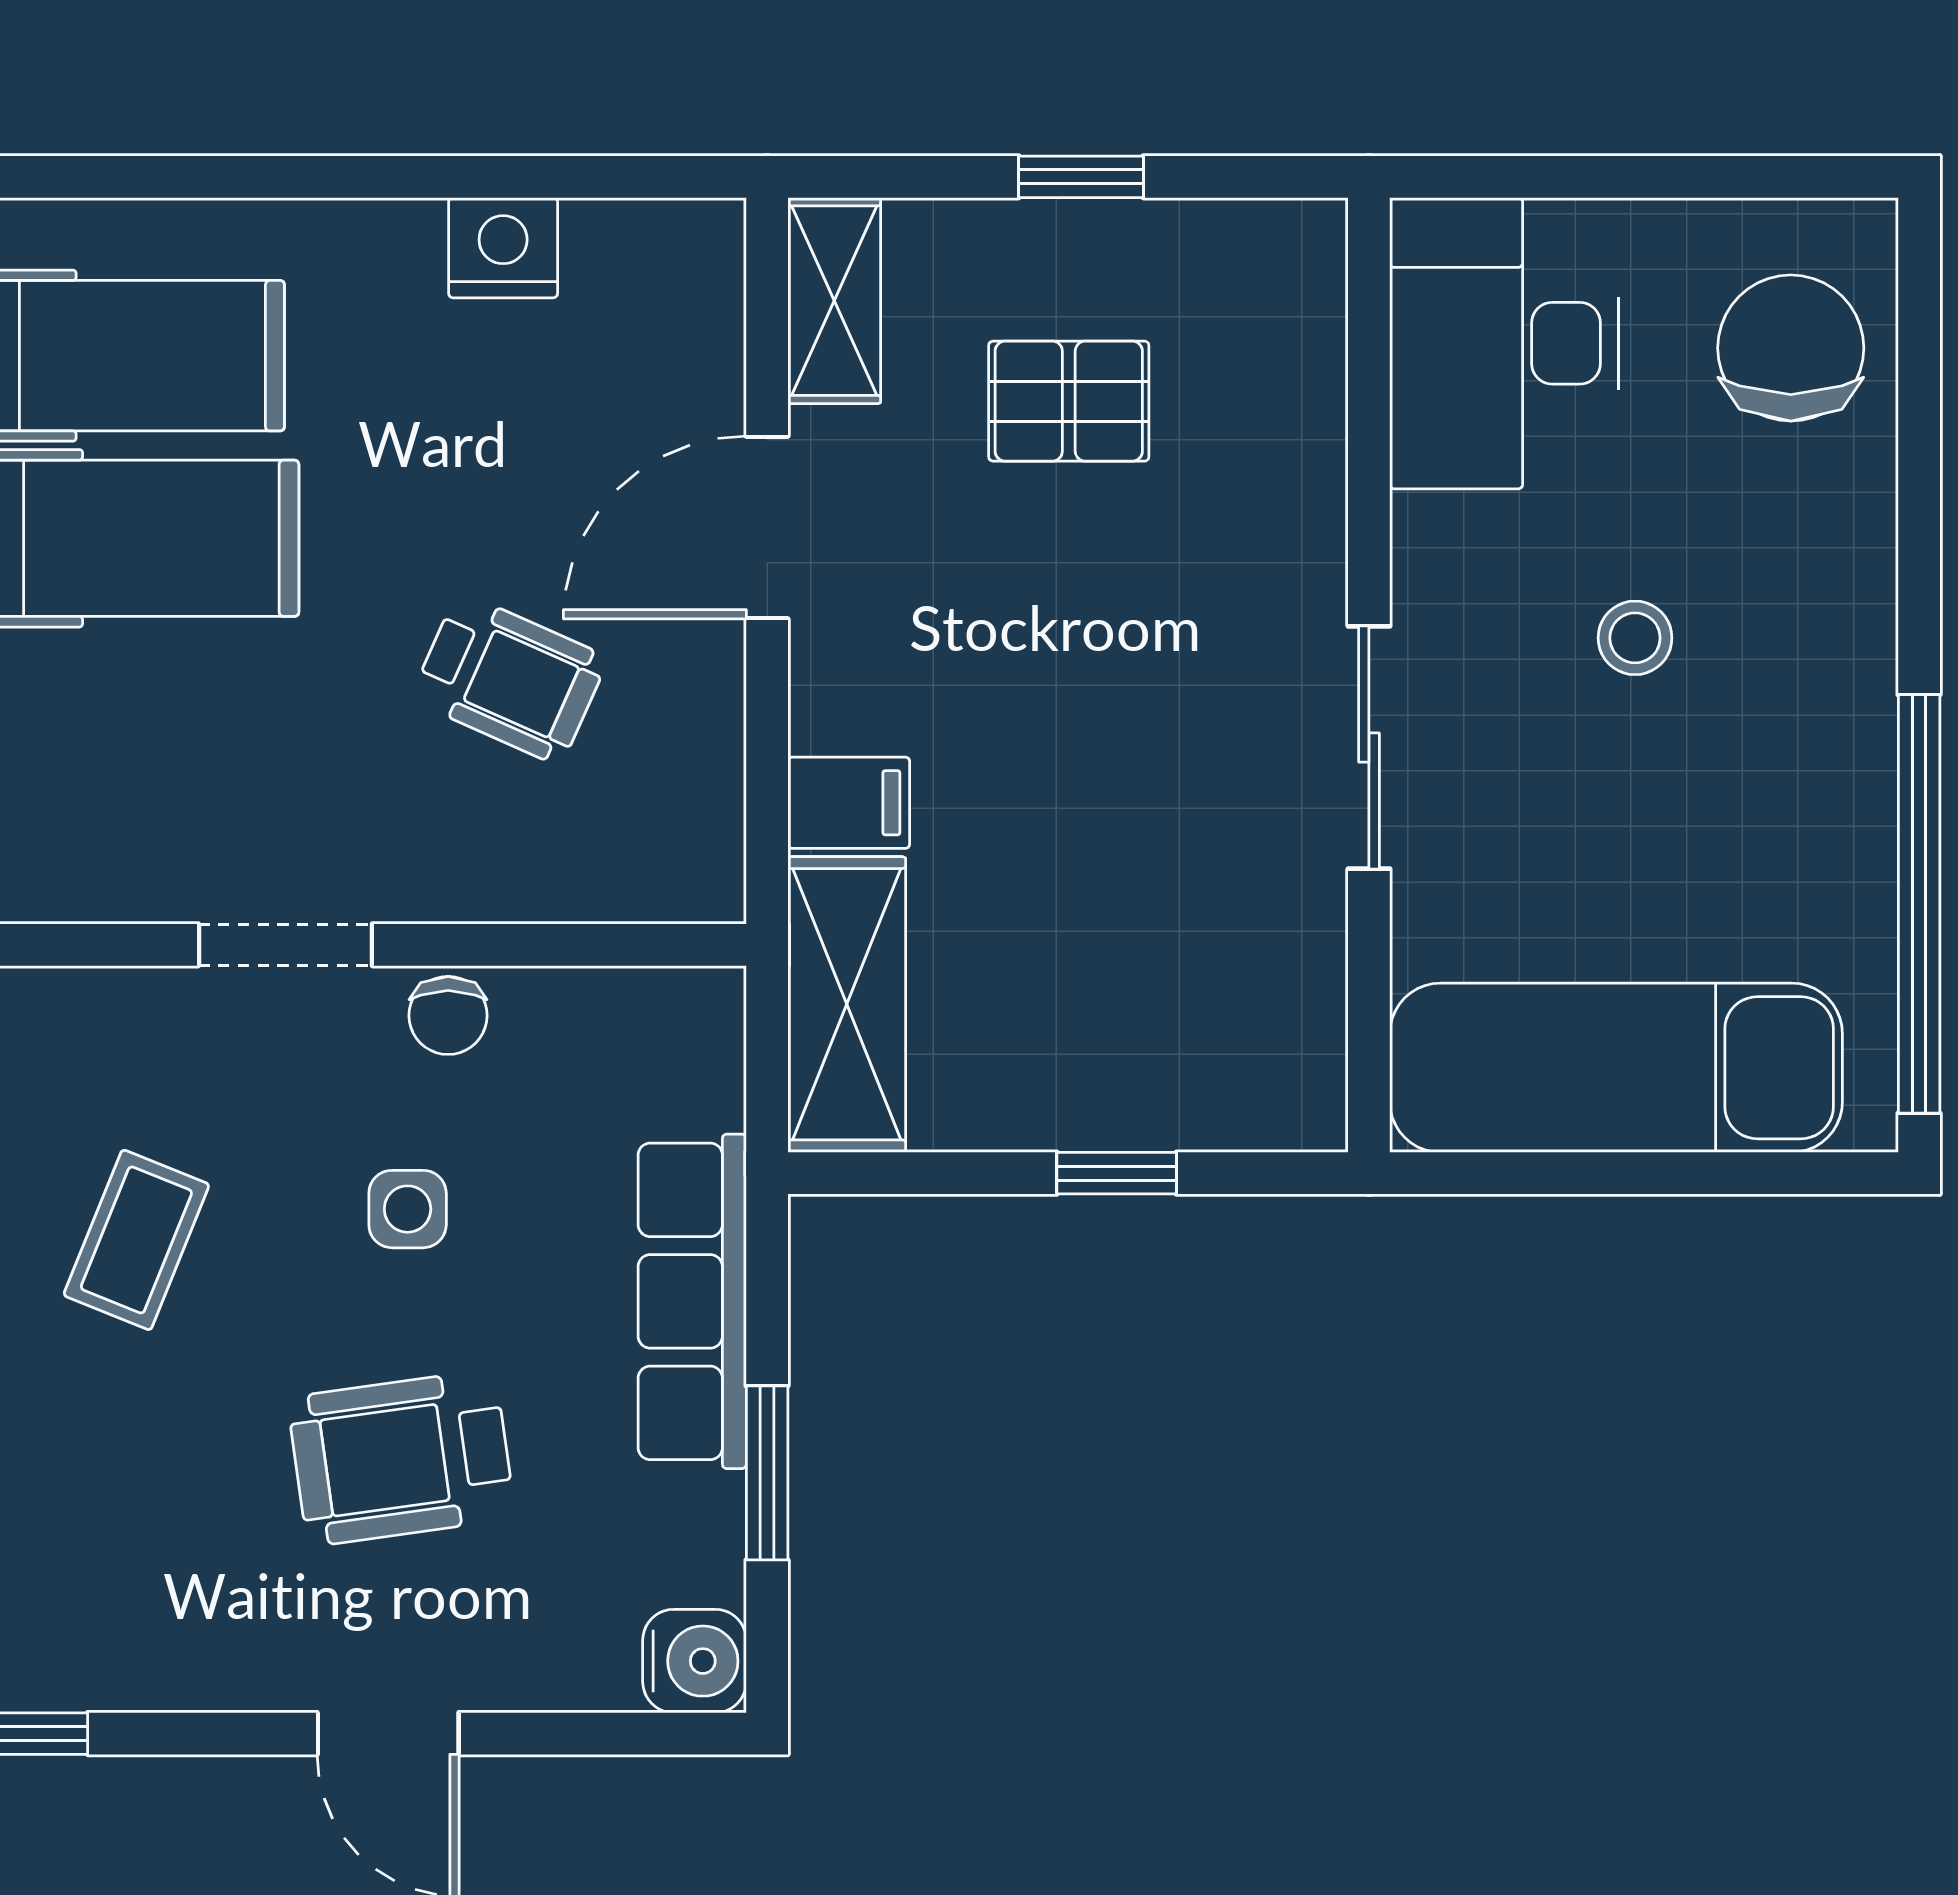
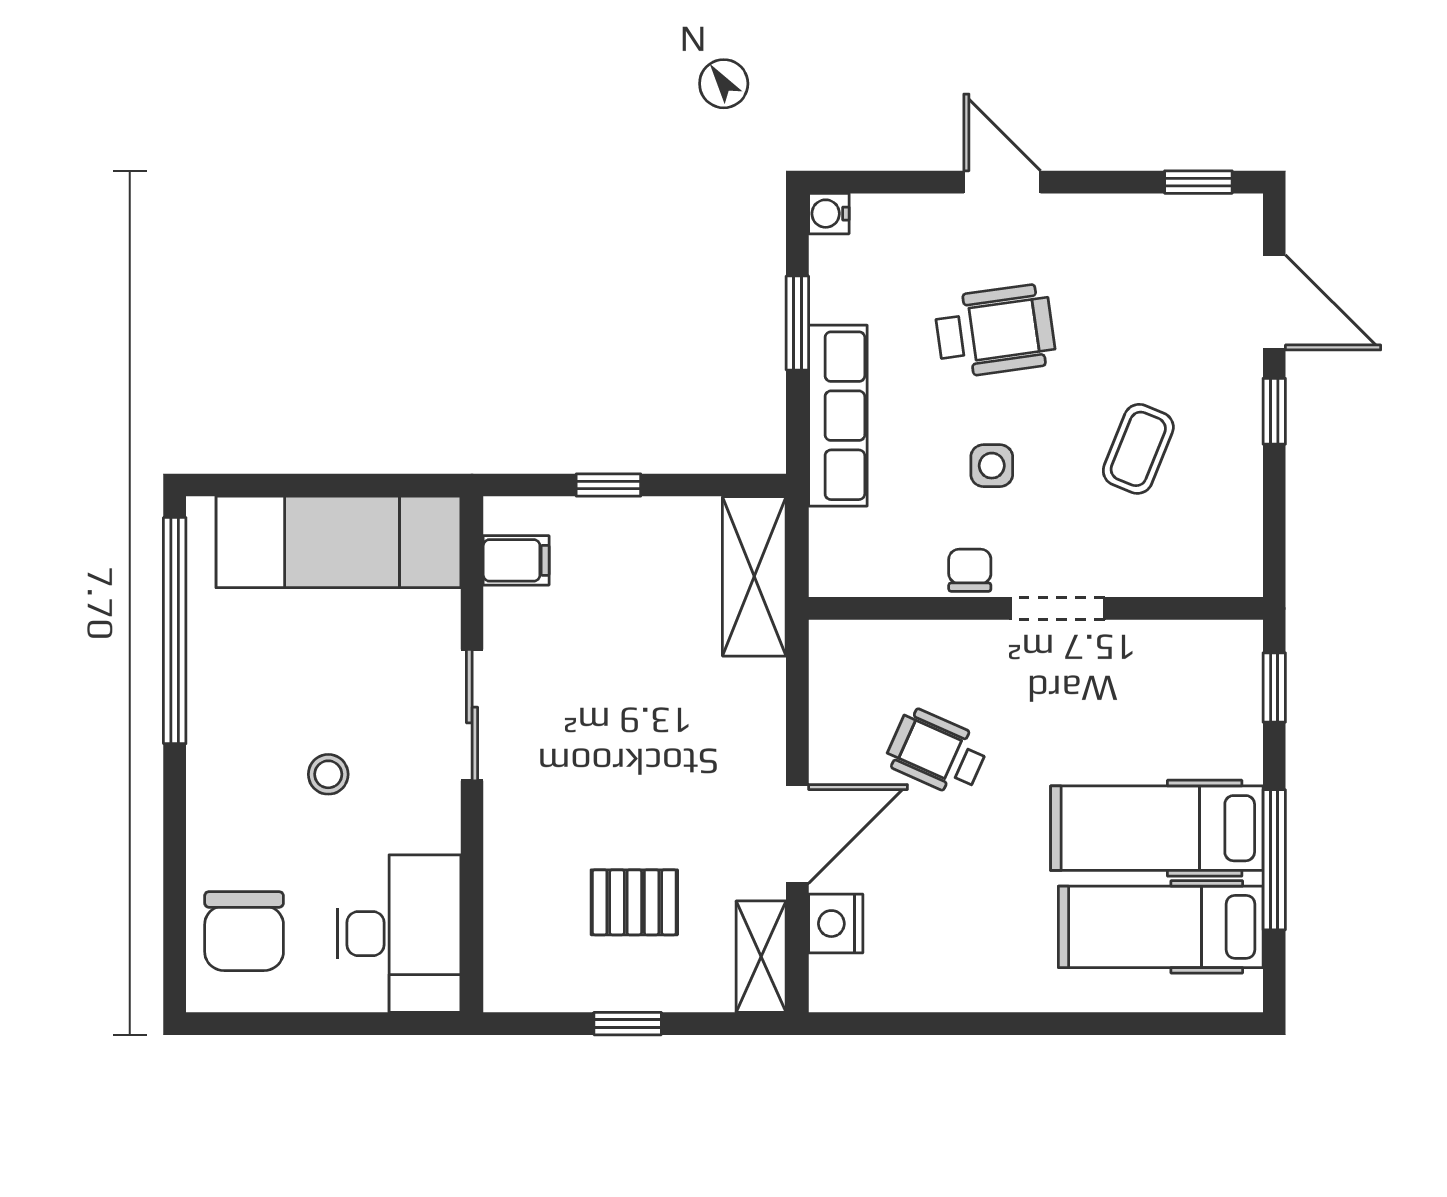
nightstand: (503, 248) -> (836, 924), moved, turned 90
filing cabinet: (849, 803) -> (516, 560), moved, turned 180
water cooler: (695, 1661) -> (829, 214), width x0.72, depth x0.72

